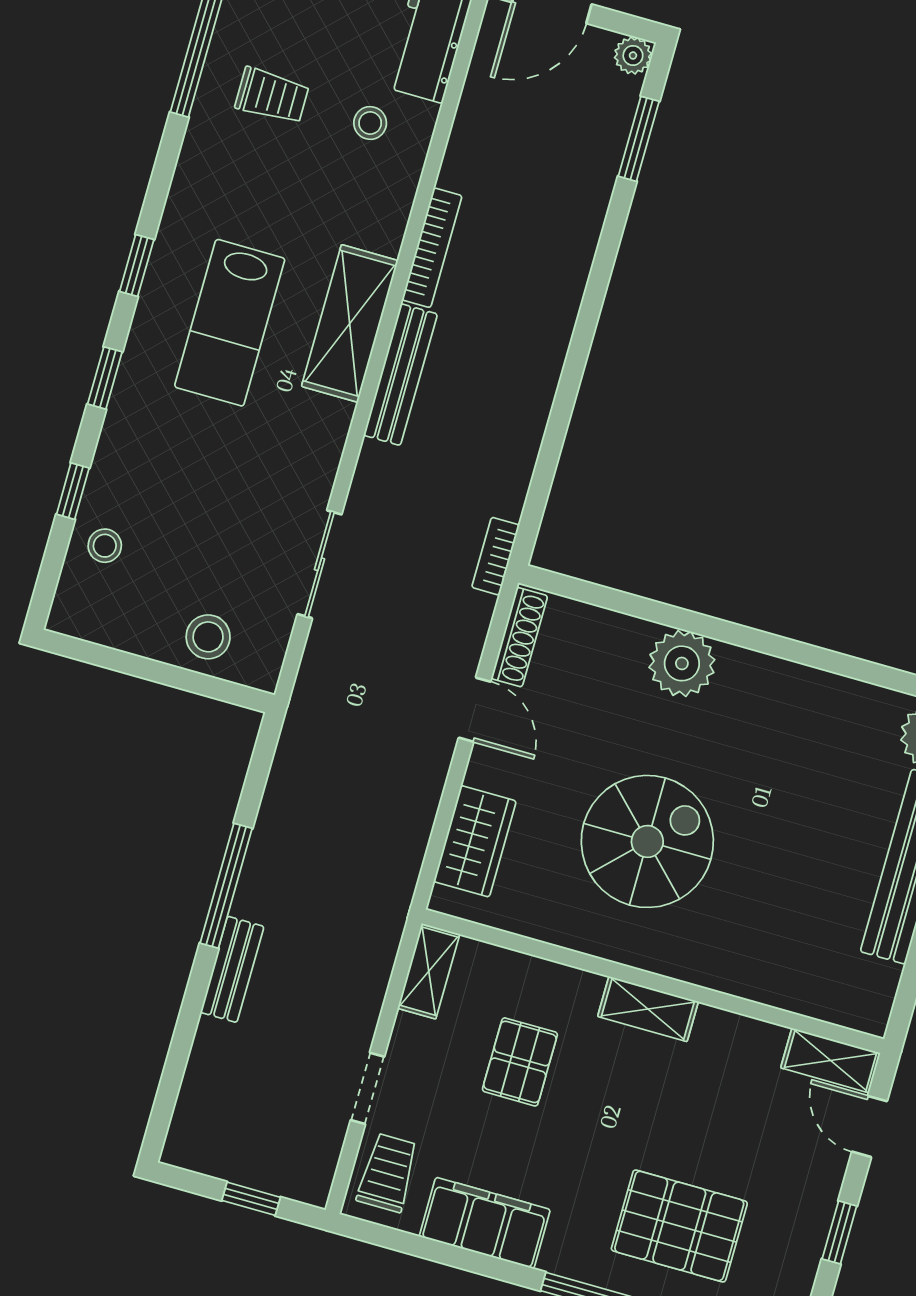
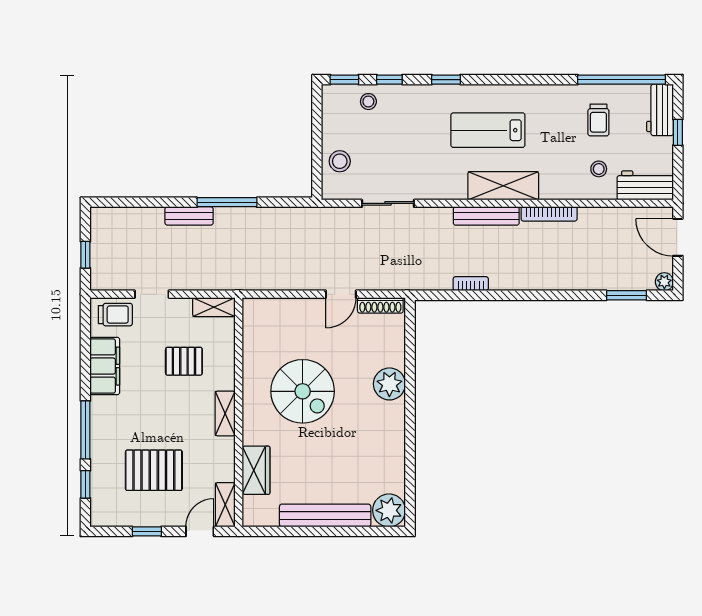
window: (137, 265) -> (344, 80), moved
bookcase: (496, 556) -> (471, 284), moved
wardrobe: (475, 841) -> (256, 470), moved, turned -90
pallet: (679, 1226) -> (154, 470), moved, turned 90

